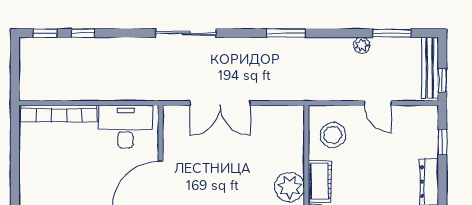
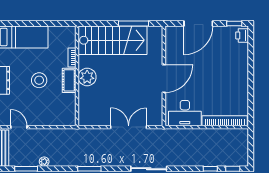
door: (378, 103) -> (19, 127), moved
stool: (333, 135) -> (39, 80), moved

